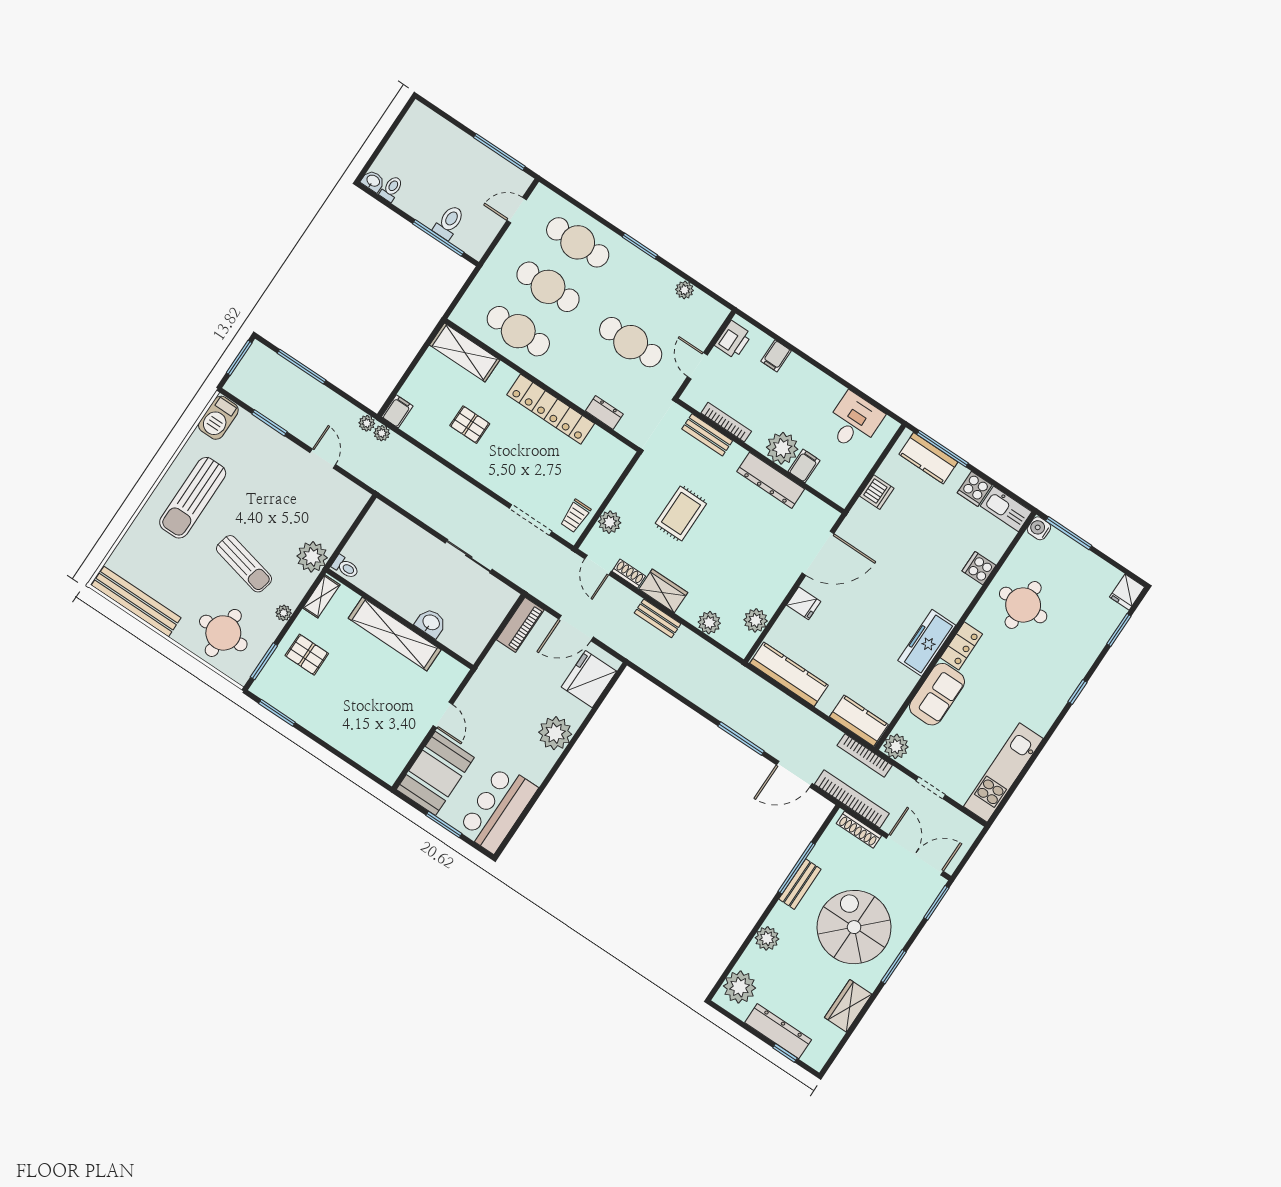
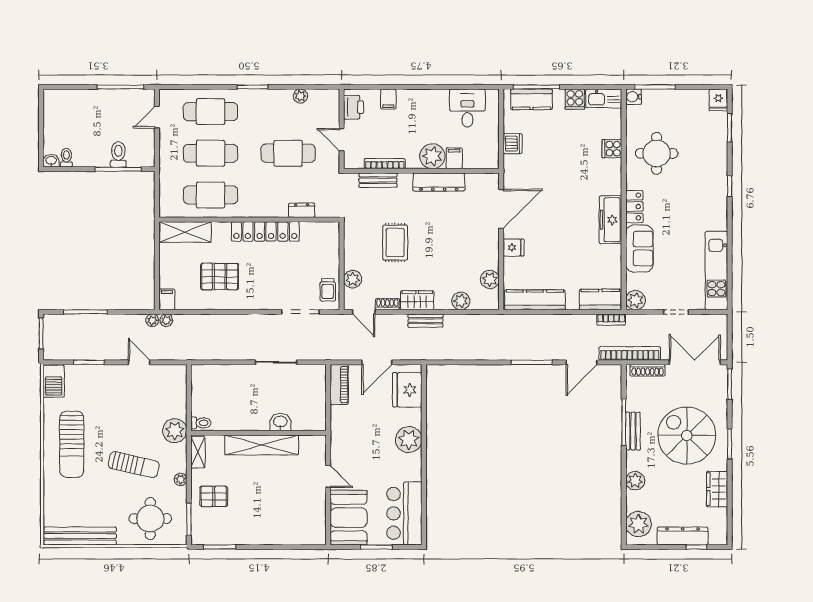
pallet: (470, 425) -> (220, 277), width x1.50, depth x1.42
bookcase: (865, 755) -> (611, 320), width x0.64

